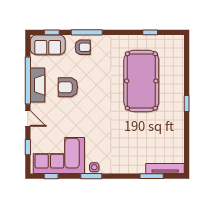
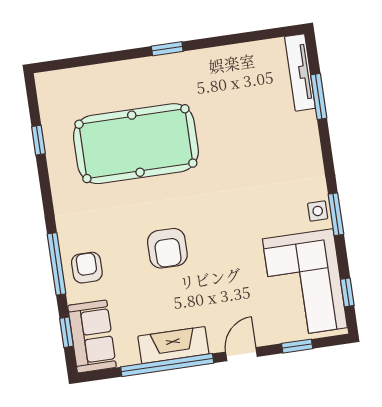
armchair: (68, 87) -> (167, 248), moved

